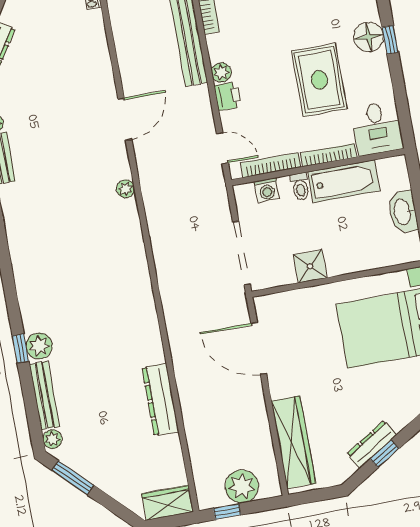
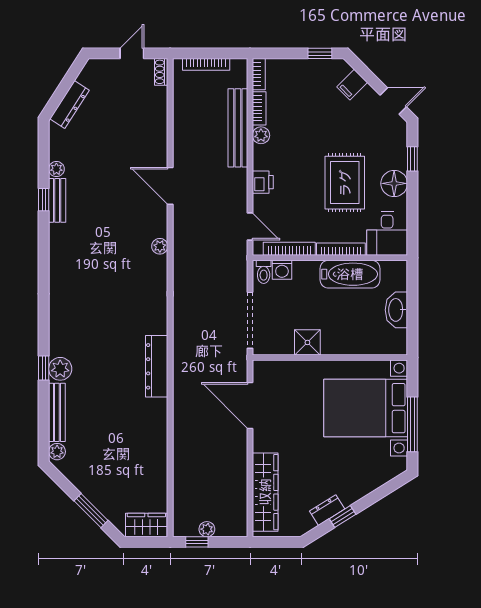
floor lamp: (369, 37) -> (394, 183), moved
plant: (221, 72) -> (261, 135), moved
door: (125, 119) -> (170, 186), swing flipped
toilet: (300, 187) -> (264, 272), moved
dresser: (160, 400) -> (157, 366), moved
dresser: (372, 444) -> (327, 510), width x0.70
window: (73, 478) -> (91, 511), moved
plant: (242, 486) -> (207, 529), width x0.53, depth x0.53

